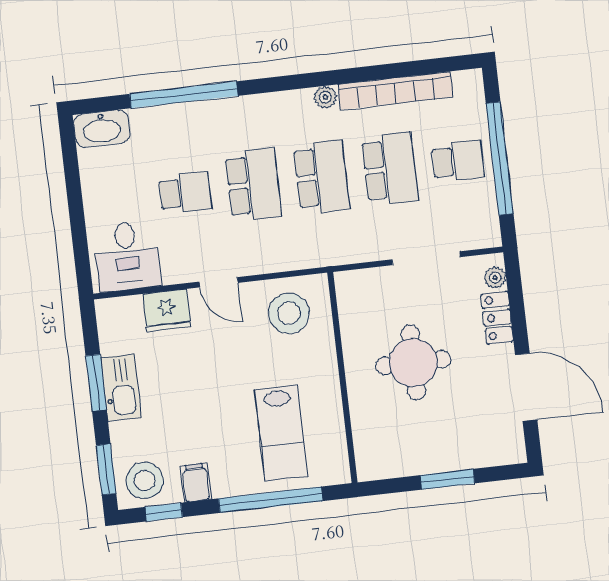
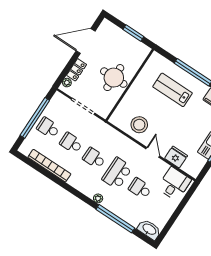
plant: (325, 97) -> (98, 198), moved
school desk: (390, 169) -> (71, 143), width x0.54
school desk: (322, 177) -> (94, 158), width x0.54
wall: (342, 377) -> (130, 85), moved
door: (526, 387) -> (86, 41), hinge flipped
lab bench: (281, 433) -> (173, 90), turned -90

